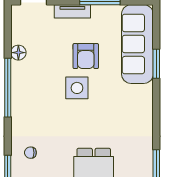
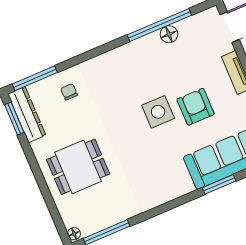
armchair: (86, 56) -> (196, 107), turned 90
window: (8, 88) -> (159, 25), moved

